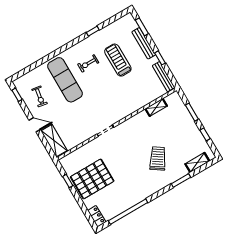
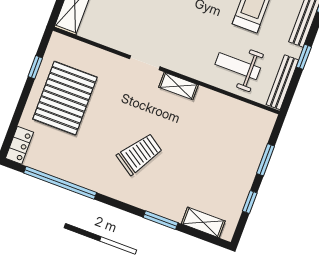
weight bench: (140, 91) -> (238, 66), added
shelving: (156, 107) -> (179, 86), moved
trolley: (158, 158) -> (140, 154), moved
pallet: (92, 179) -> (65, 98), turned 90

